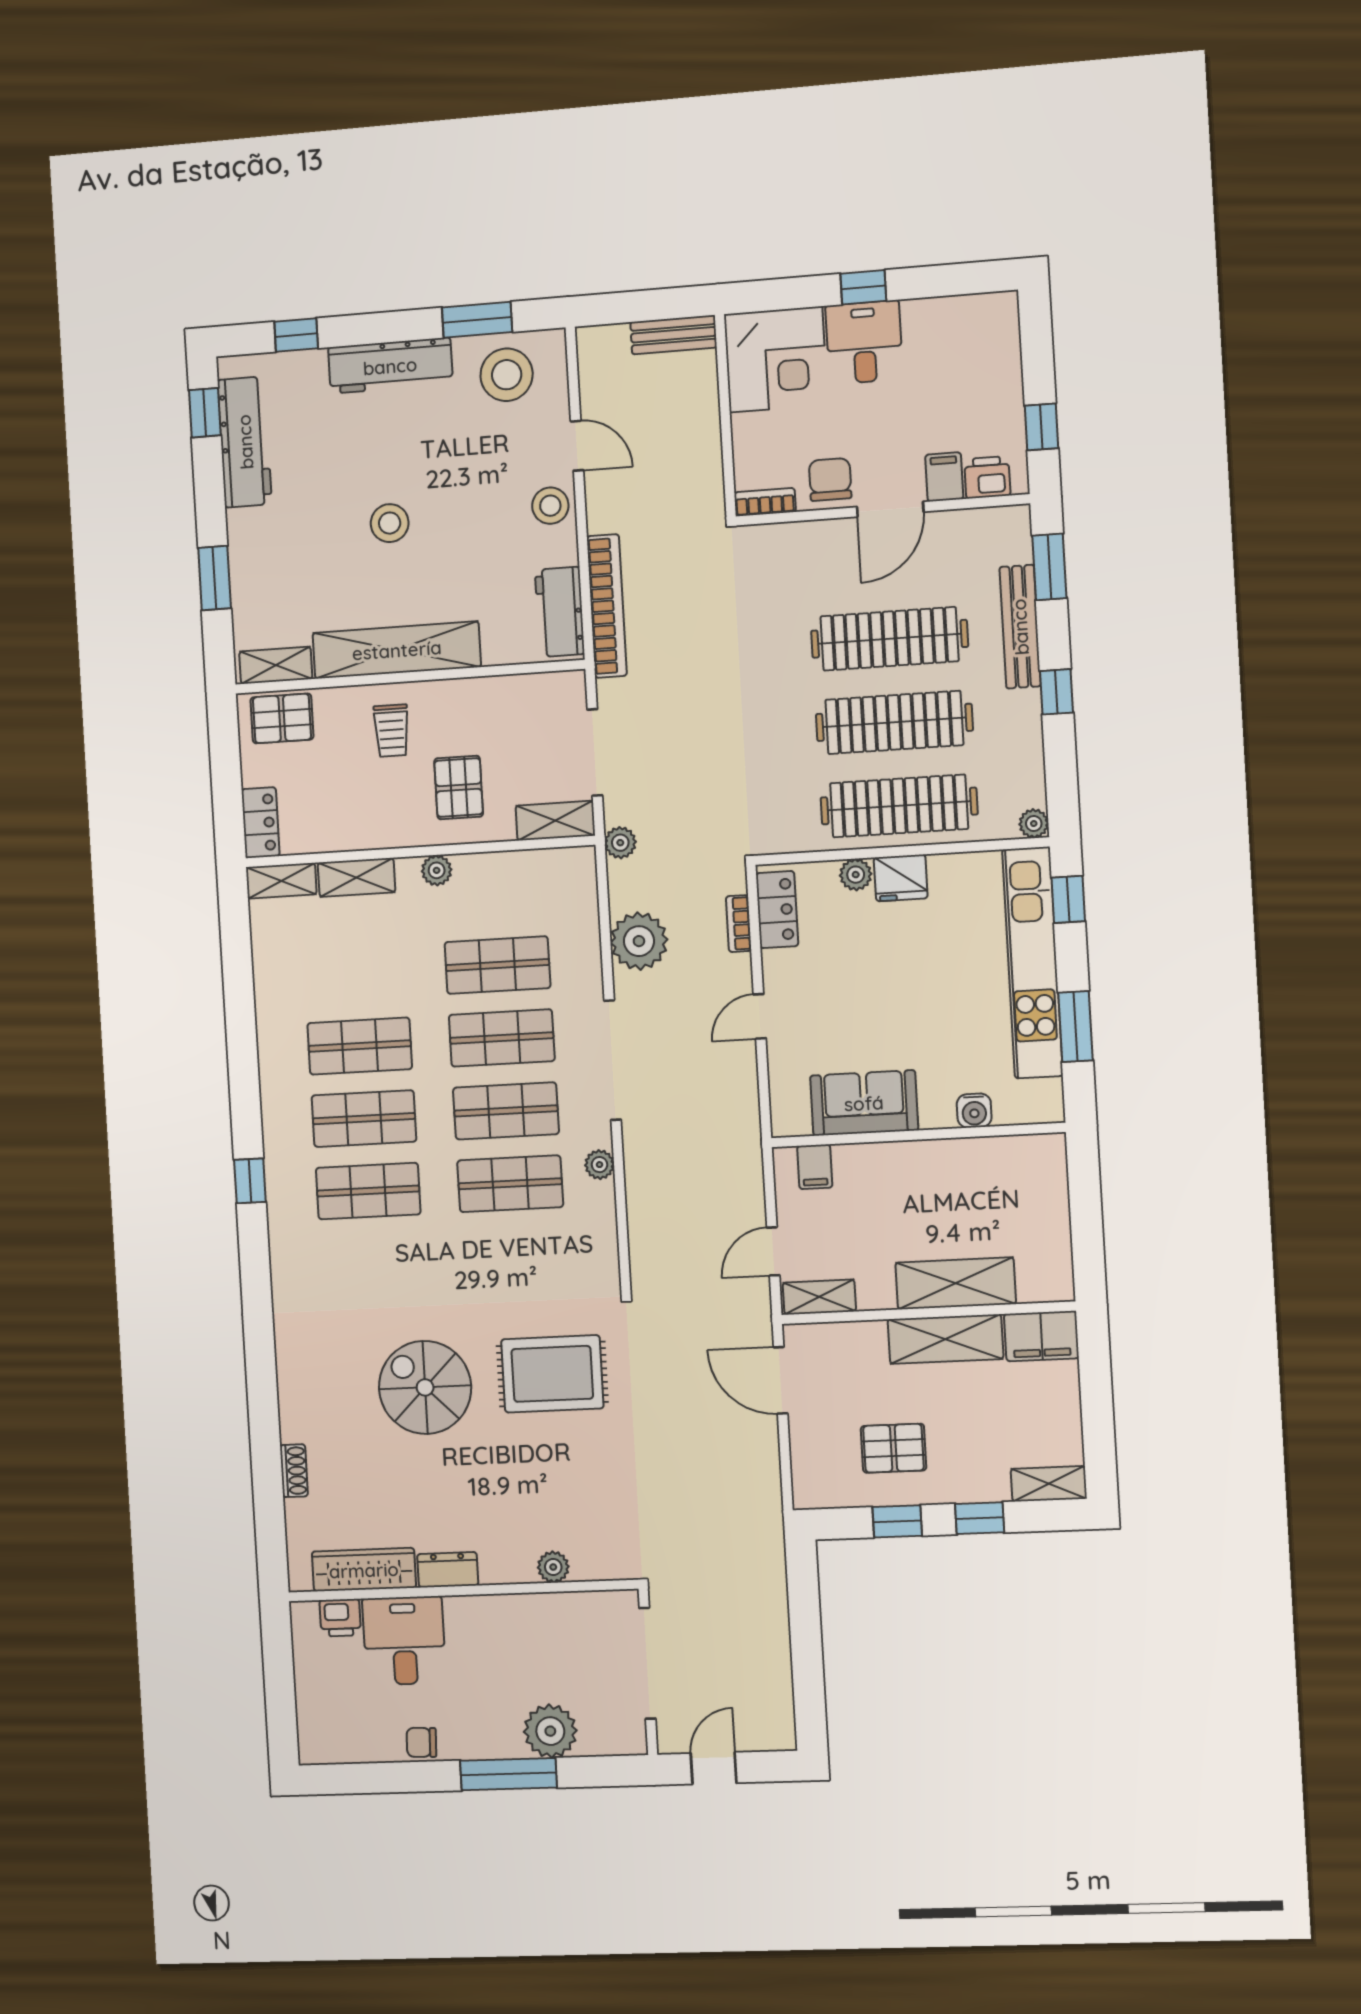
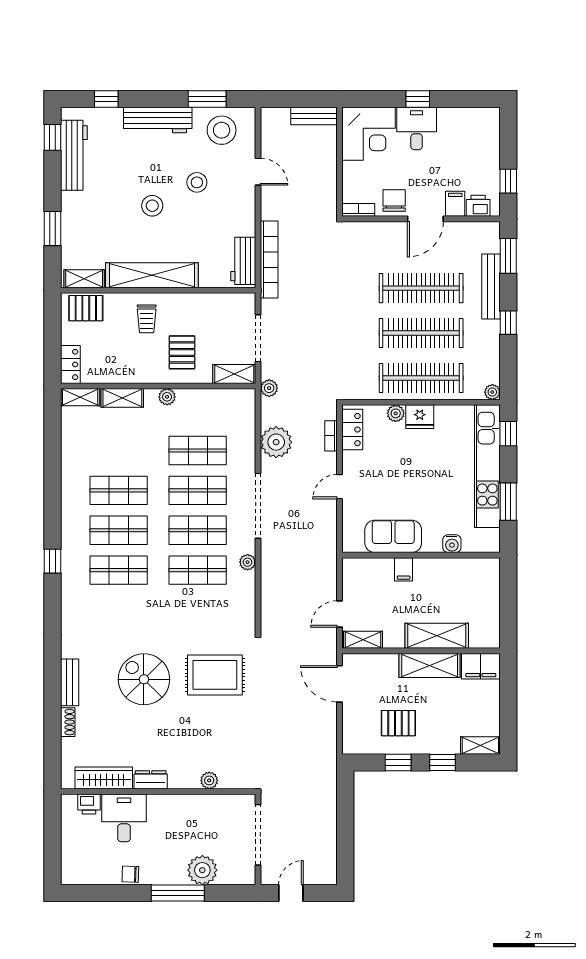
stool: (550, 506) -> (197, 182), moved
filing cabinet: (815, 1167) -> (404, 569), moved
bench: (293, 1399) -> (70, 682), added

